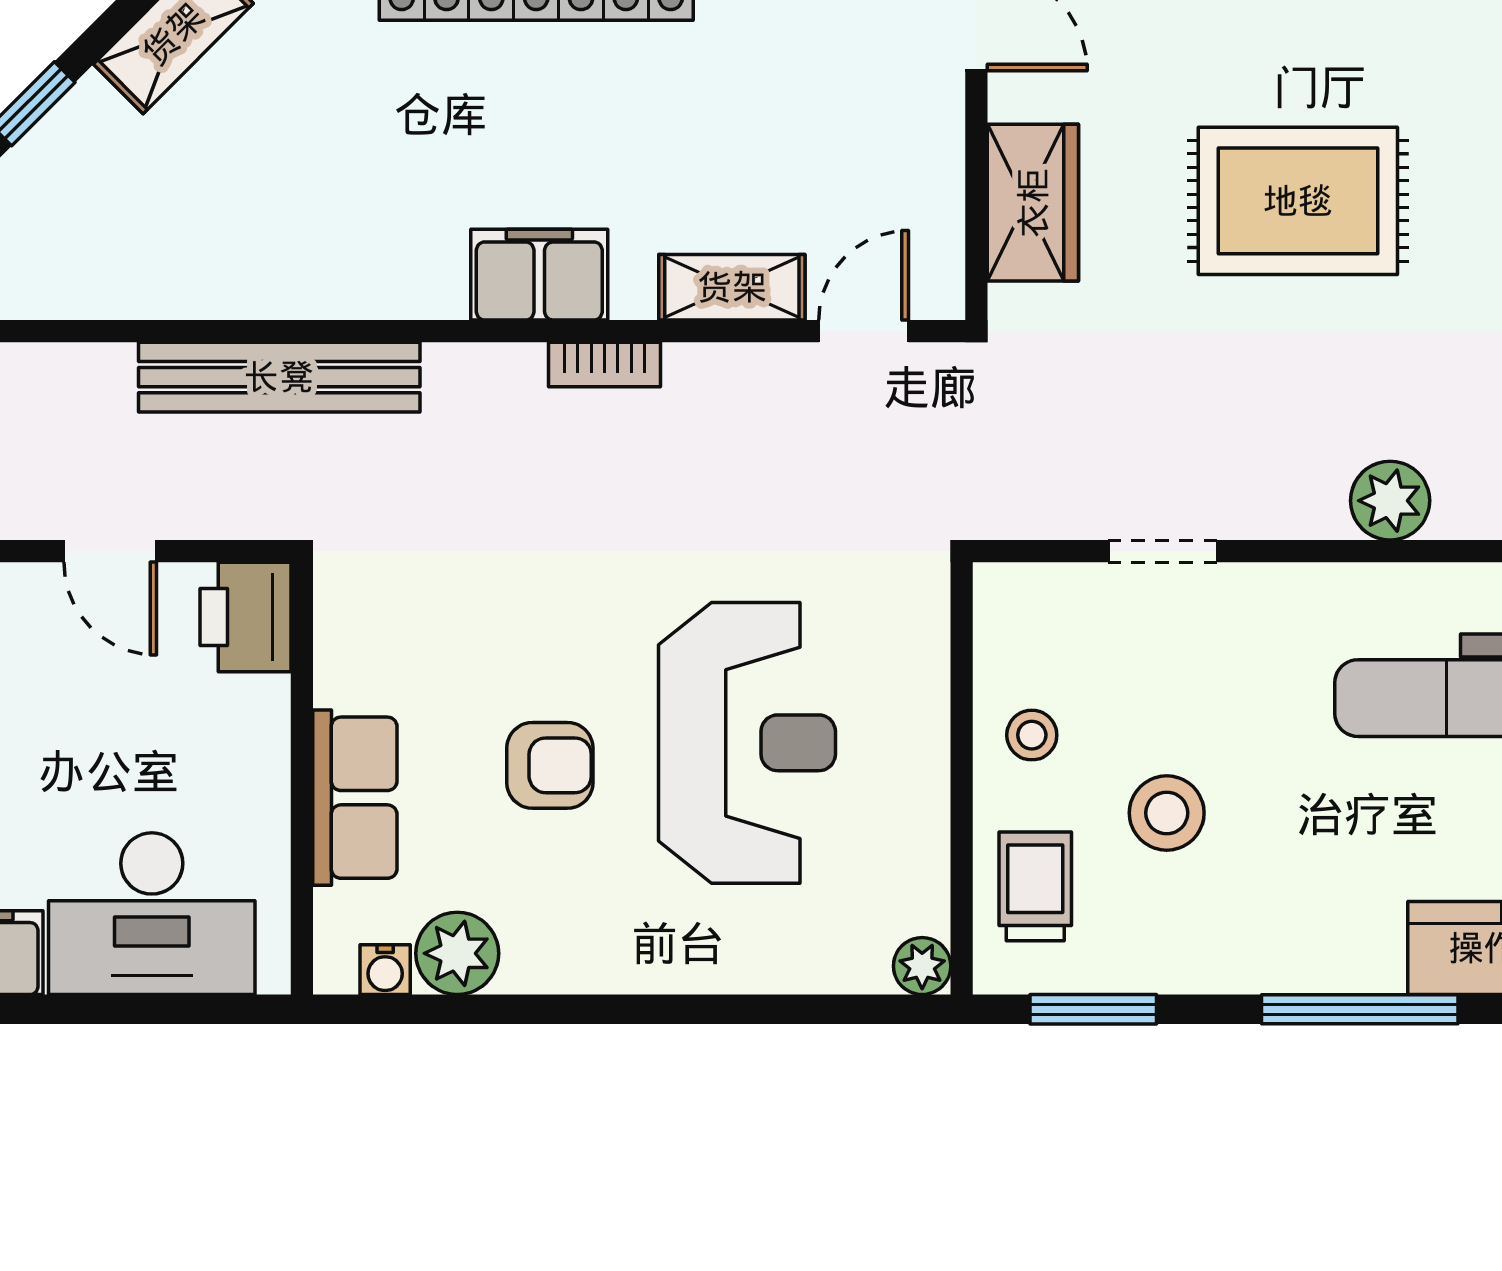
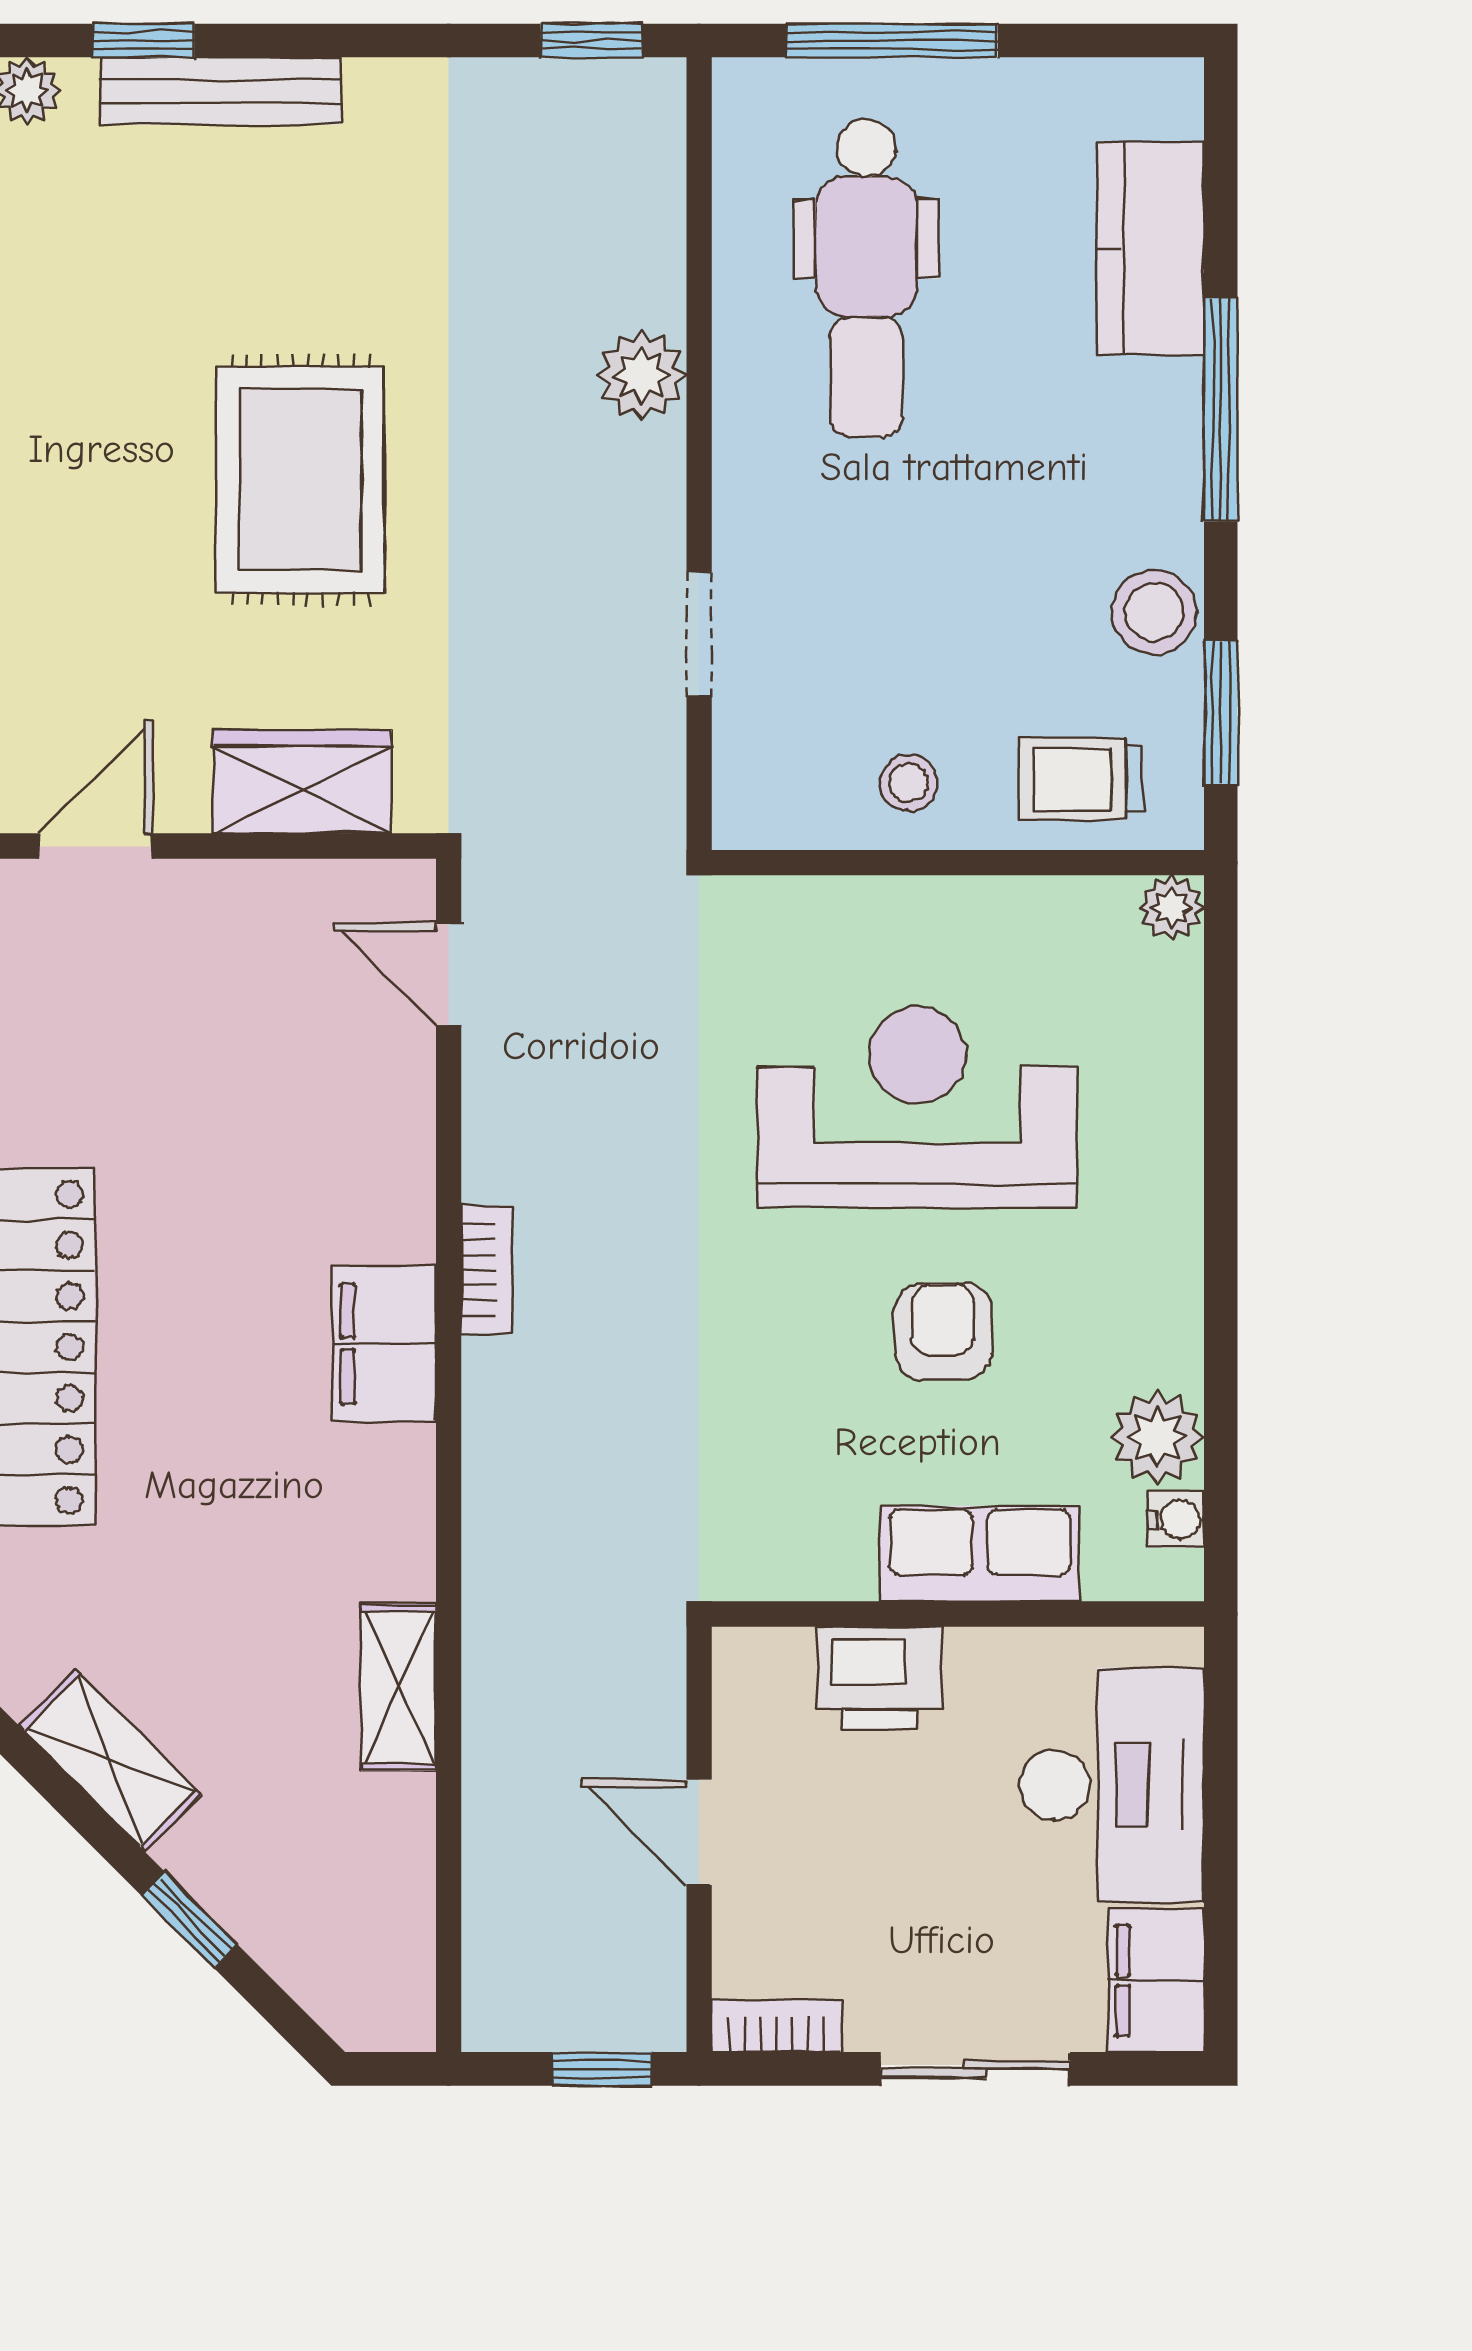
shelving: (732, 287) -> (399, 1687), moved
bench: (279, 377) -> (501, 1640), removed
door: (110, 551) -> (699, 1832), swing flipped
printer: (245, 617) -> (880, 1678), moved
stool: (1167, 813) -> (1154, 612), moved

